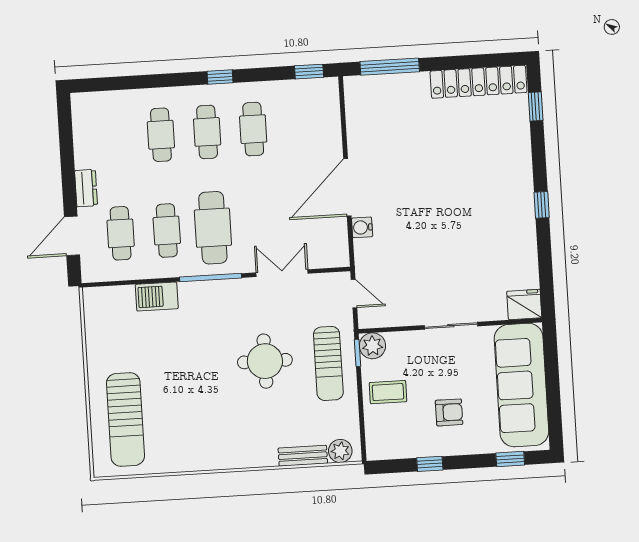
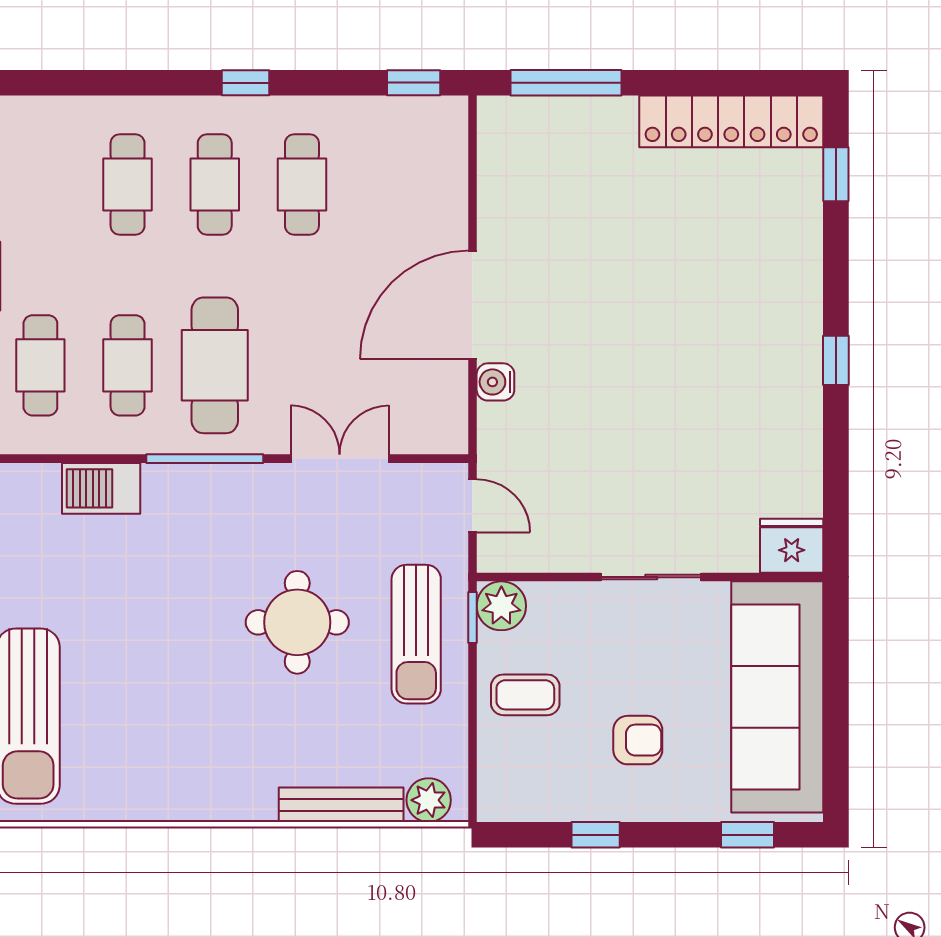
bench: (303, 456) -> (341, 805), width x1.36

